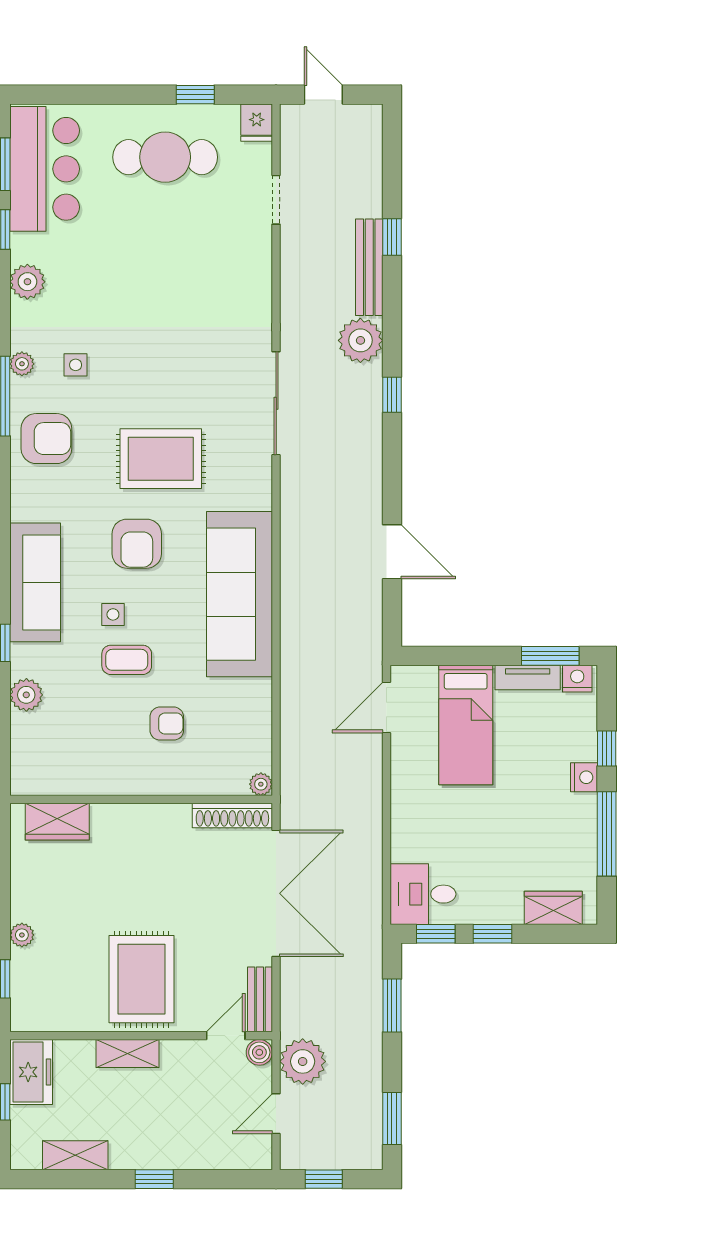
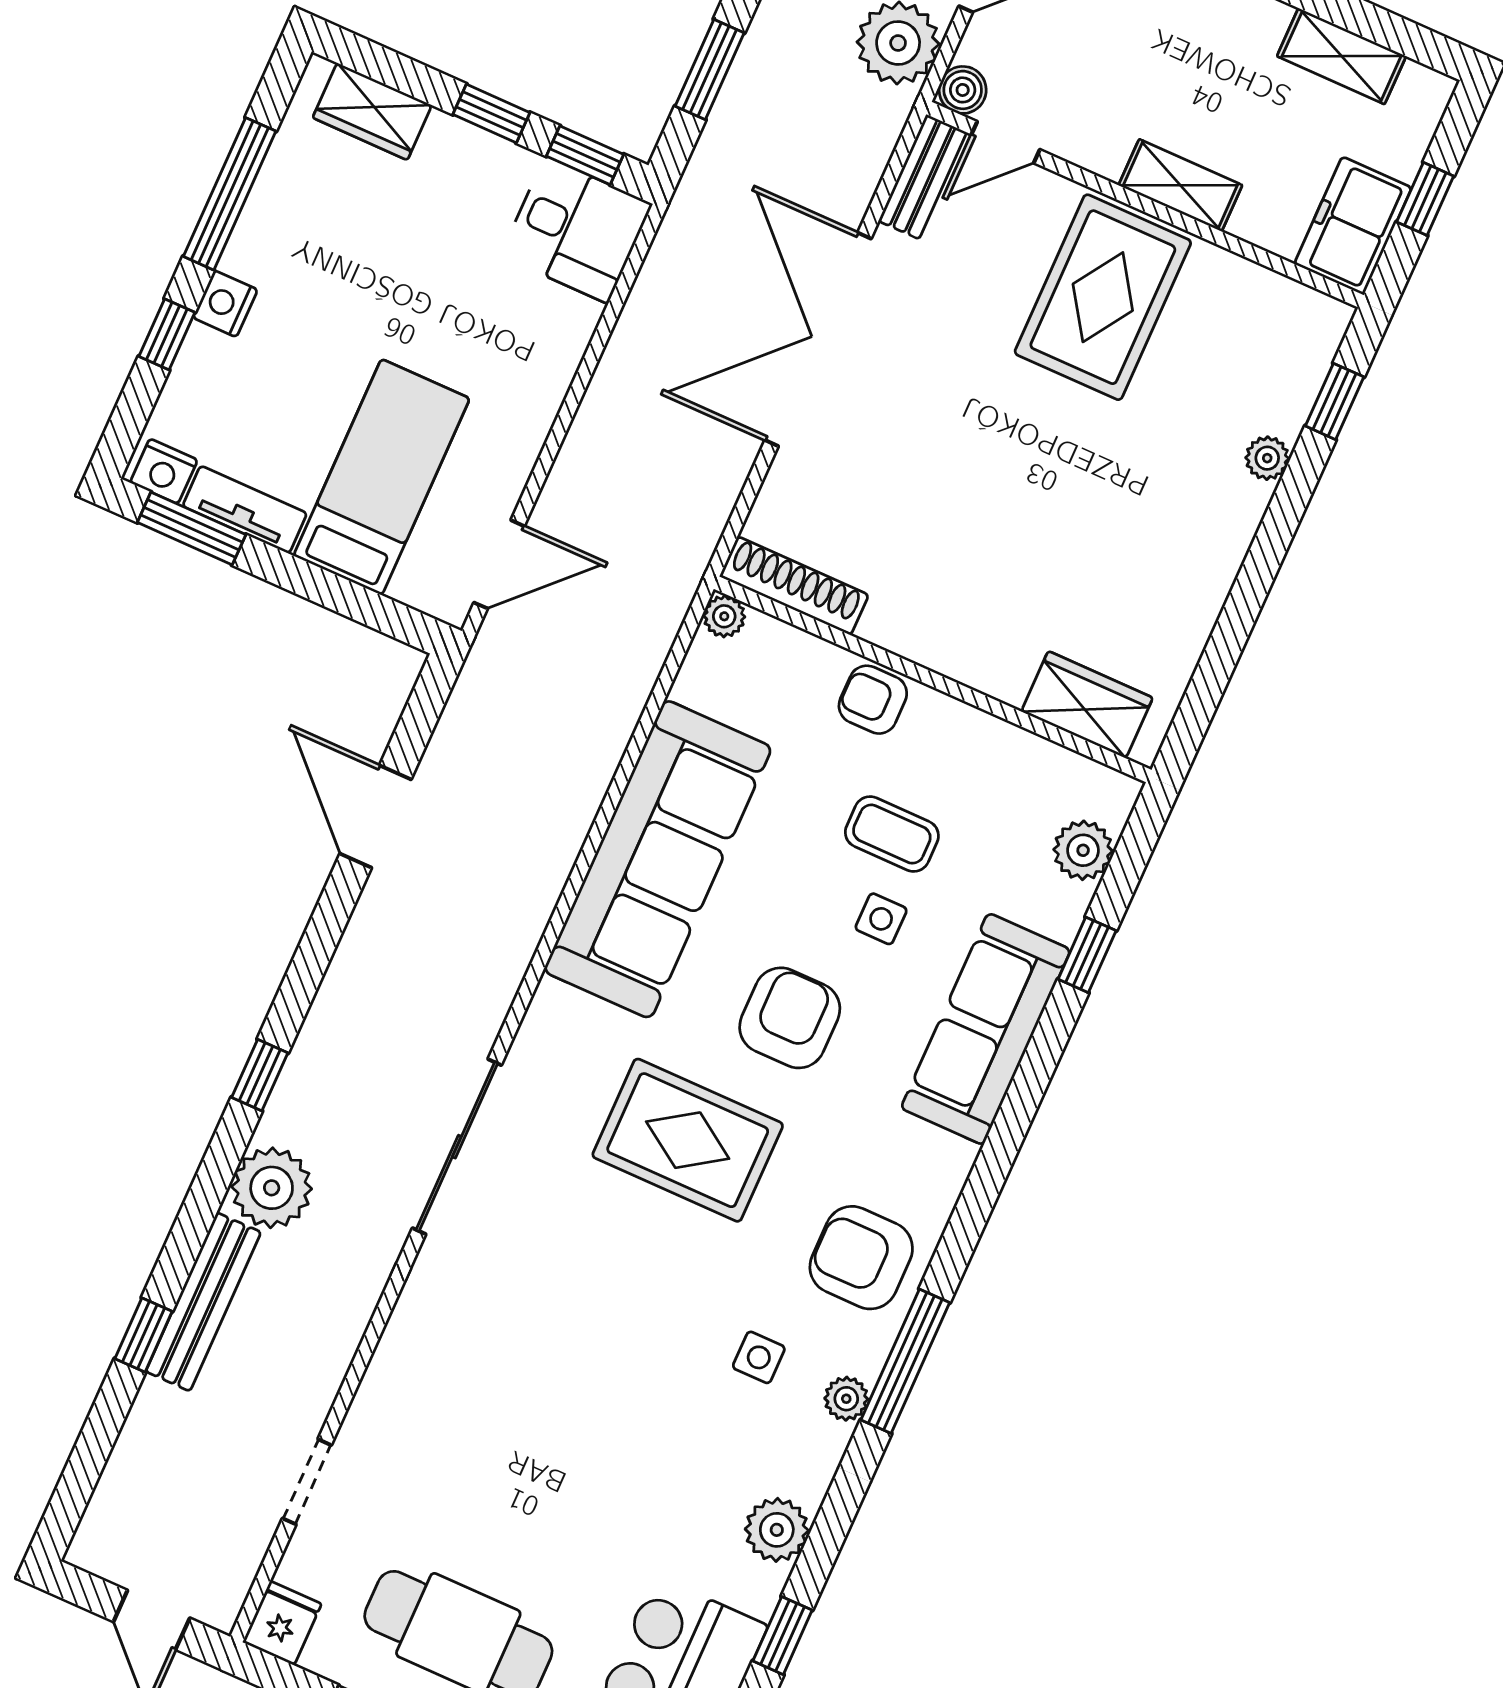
plant: (261, 784) -> (724, 616), moved
wall: (141, 799) -> (933, 679), moved
shoe rack: (232, 815) -> (794, 586), moved
wardrobe: (57, 822) -> (1087, 705), moved

